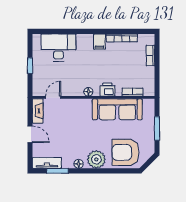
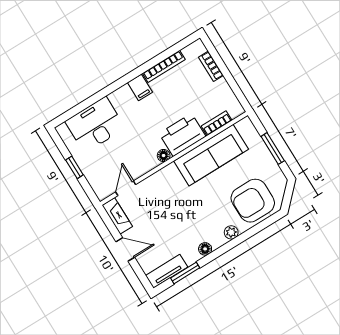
printer: (107, 90) -> (182, 135), width x1.87, depth x1.48
plant: (96, 159) -> (231, 232), width x0.53, depth x0.53

